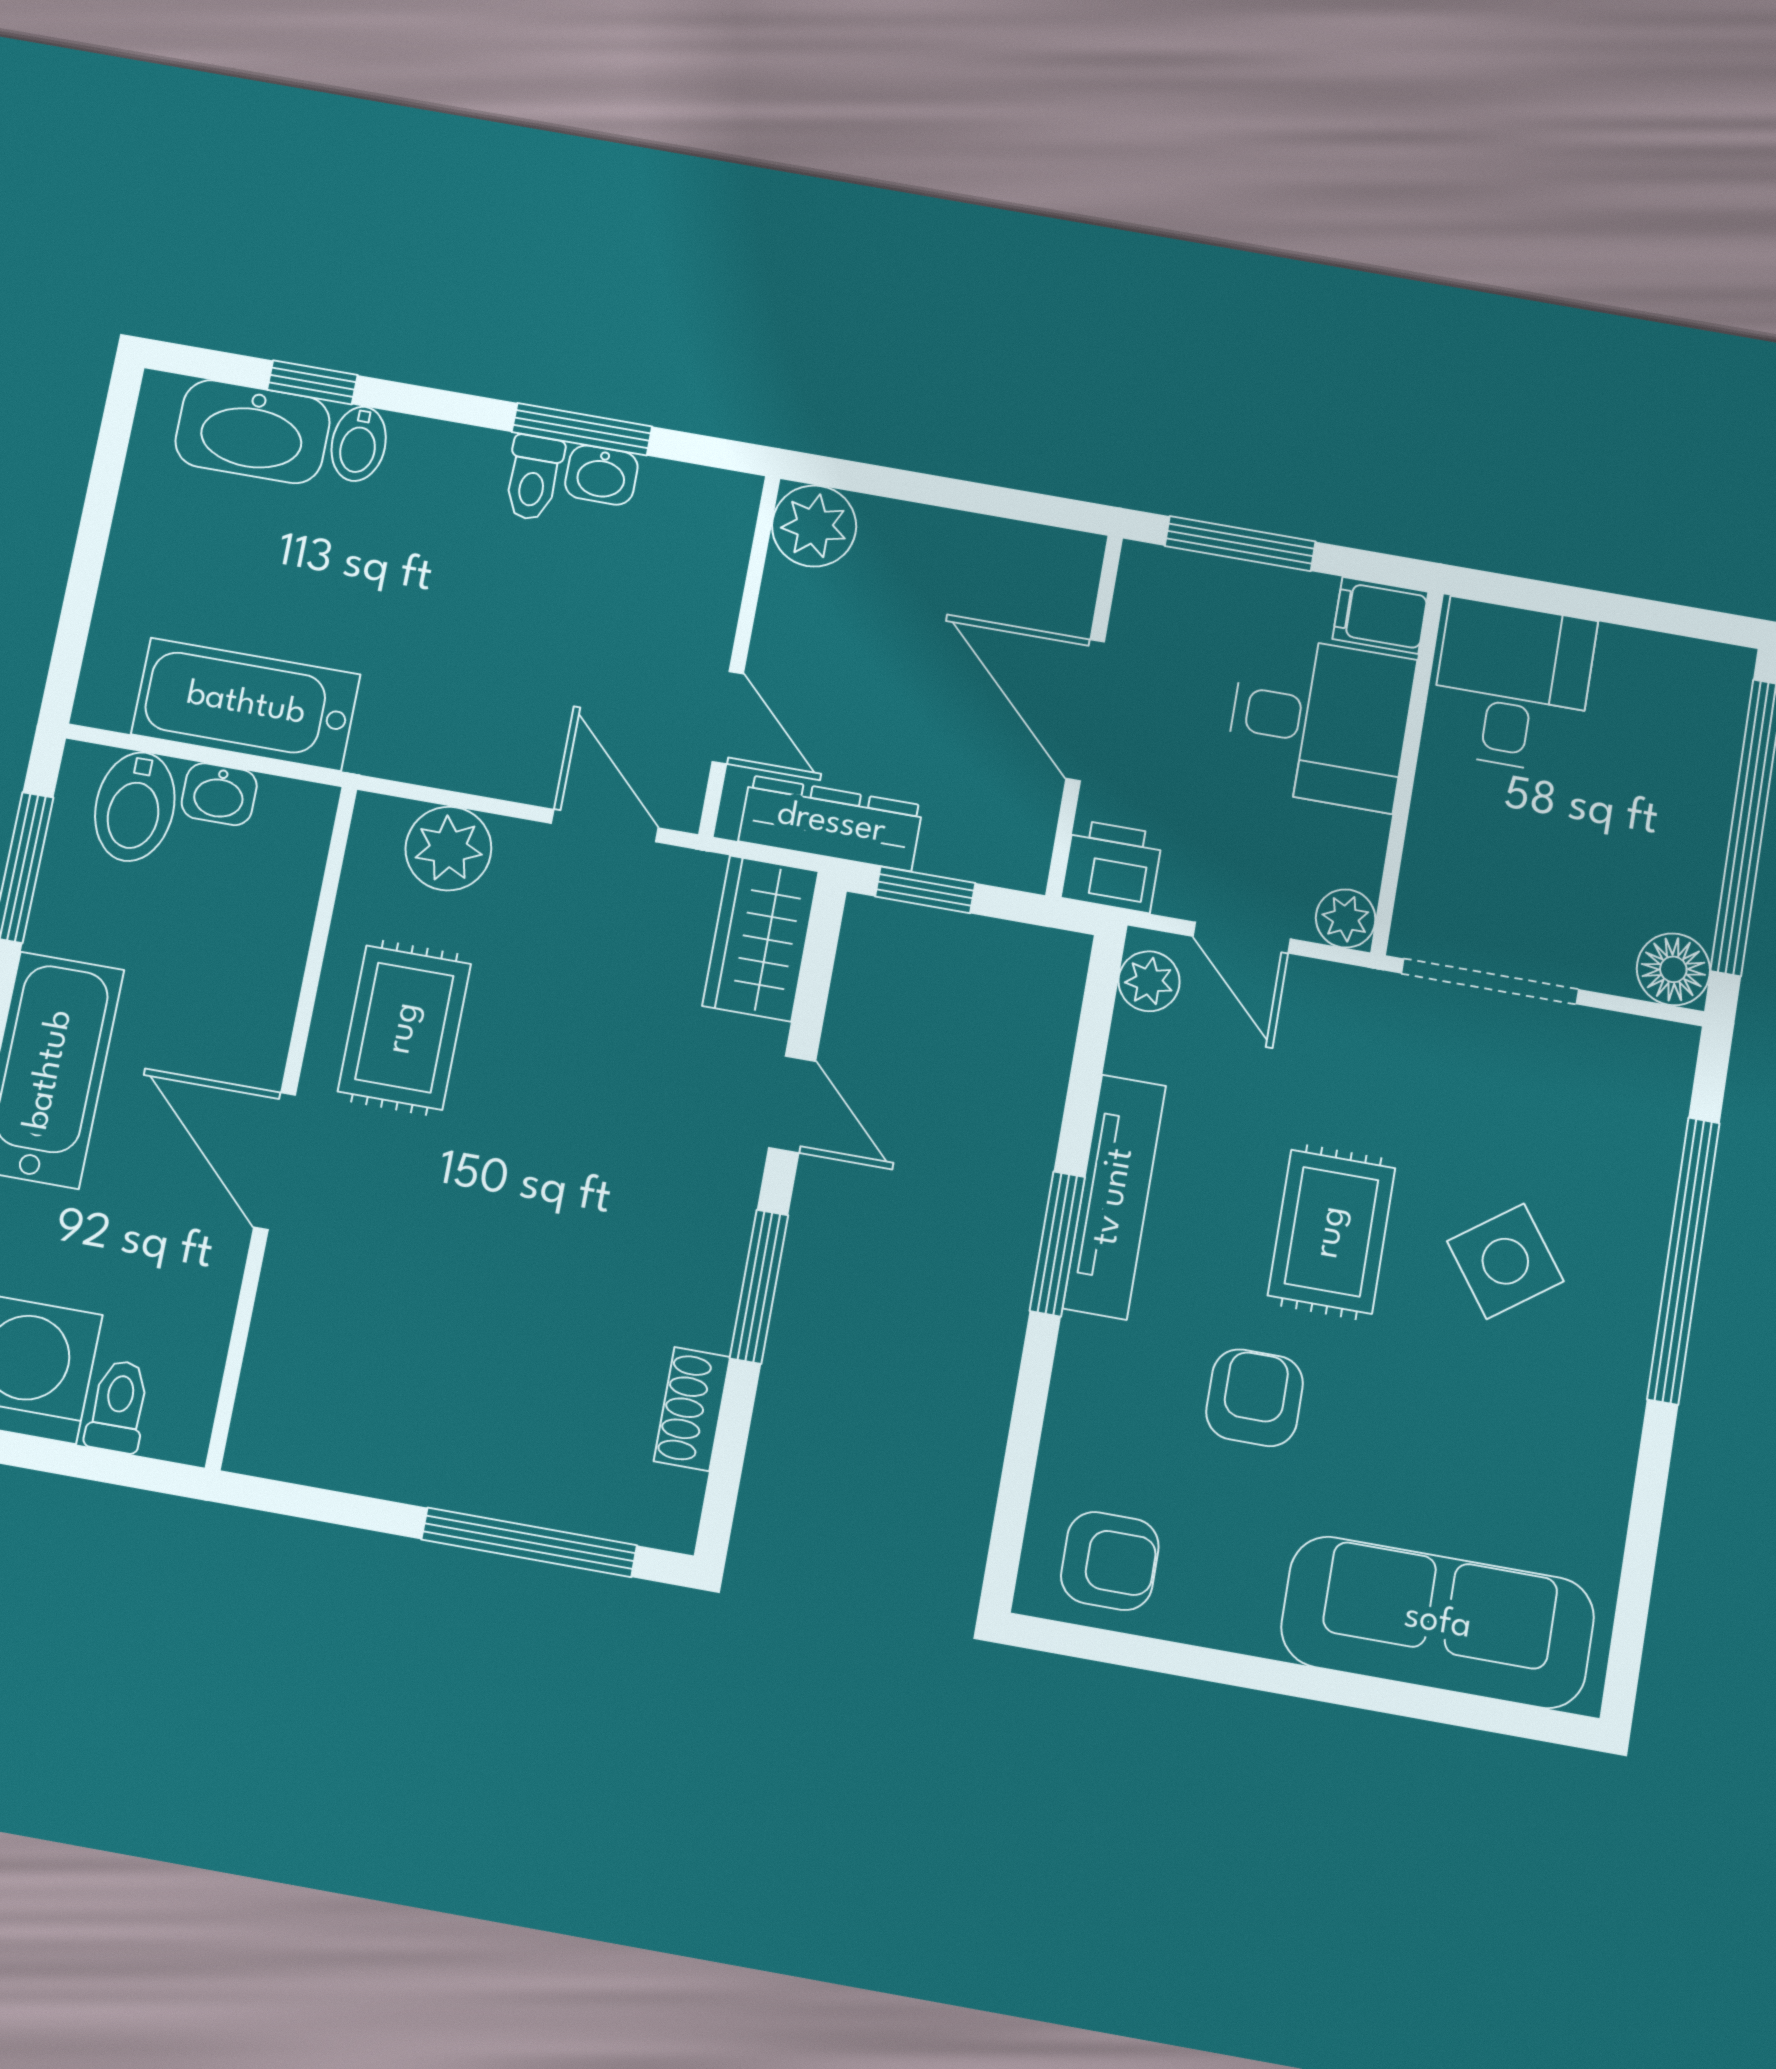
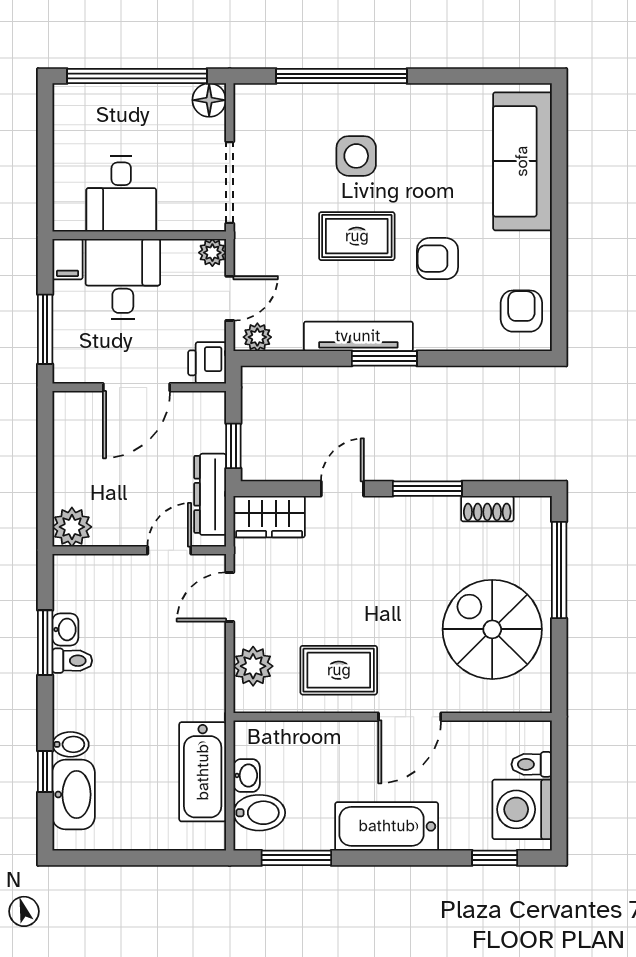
desk: (1512, 686) -> (121, 194), moved, turned -90
side table: (1505, 1261) -> (356, 156), turned 36
spiral stairs: (428, 1373) -> (492, 629), added

